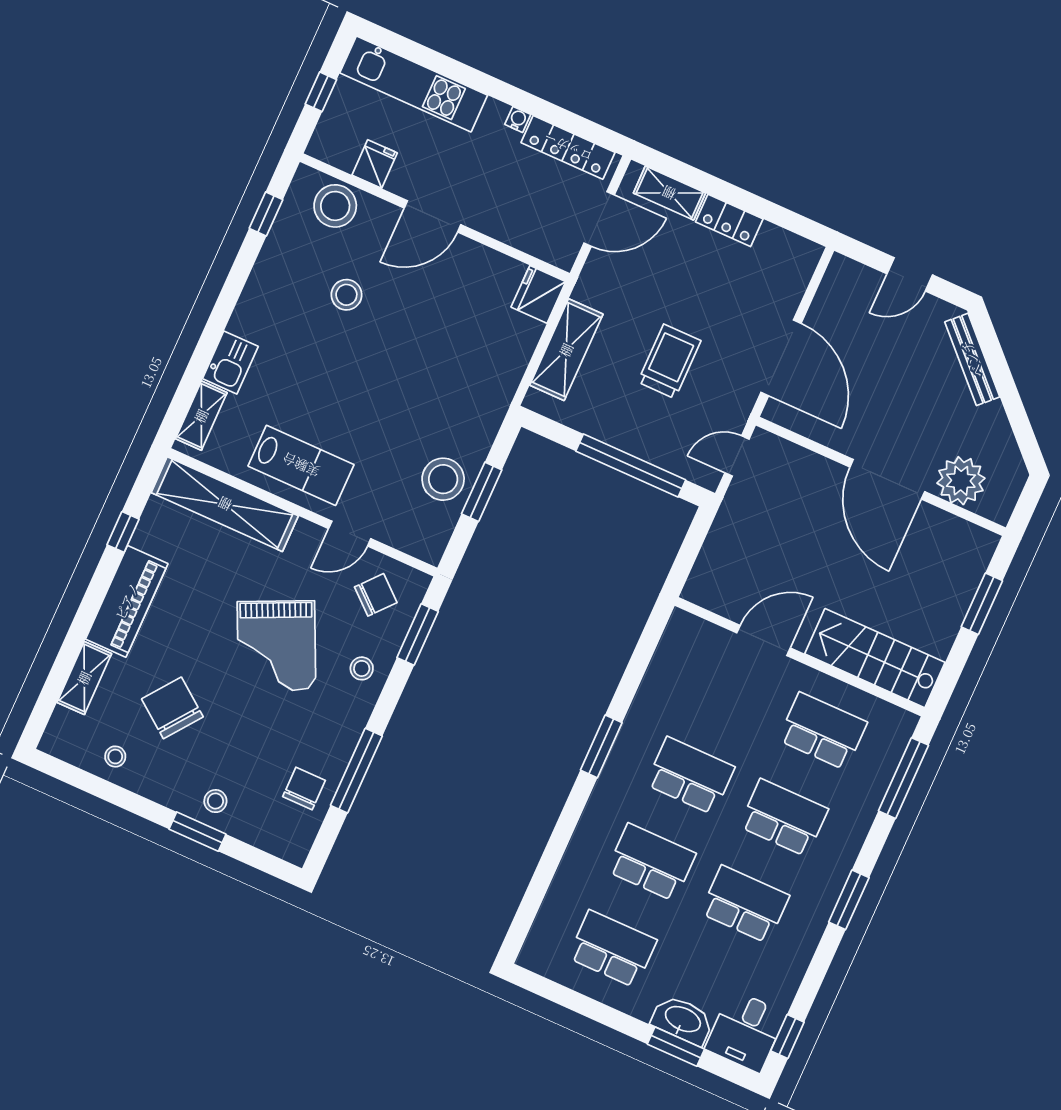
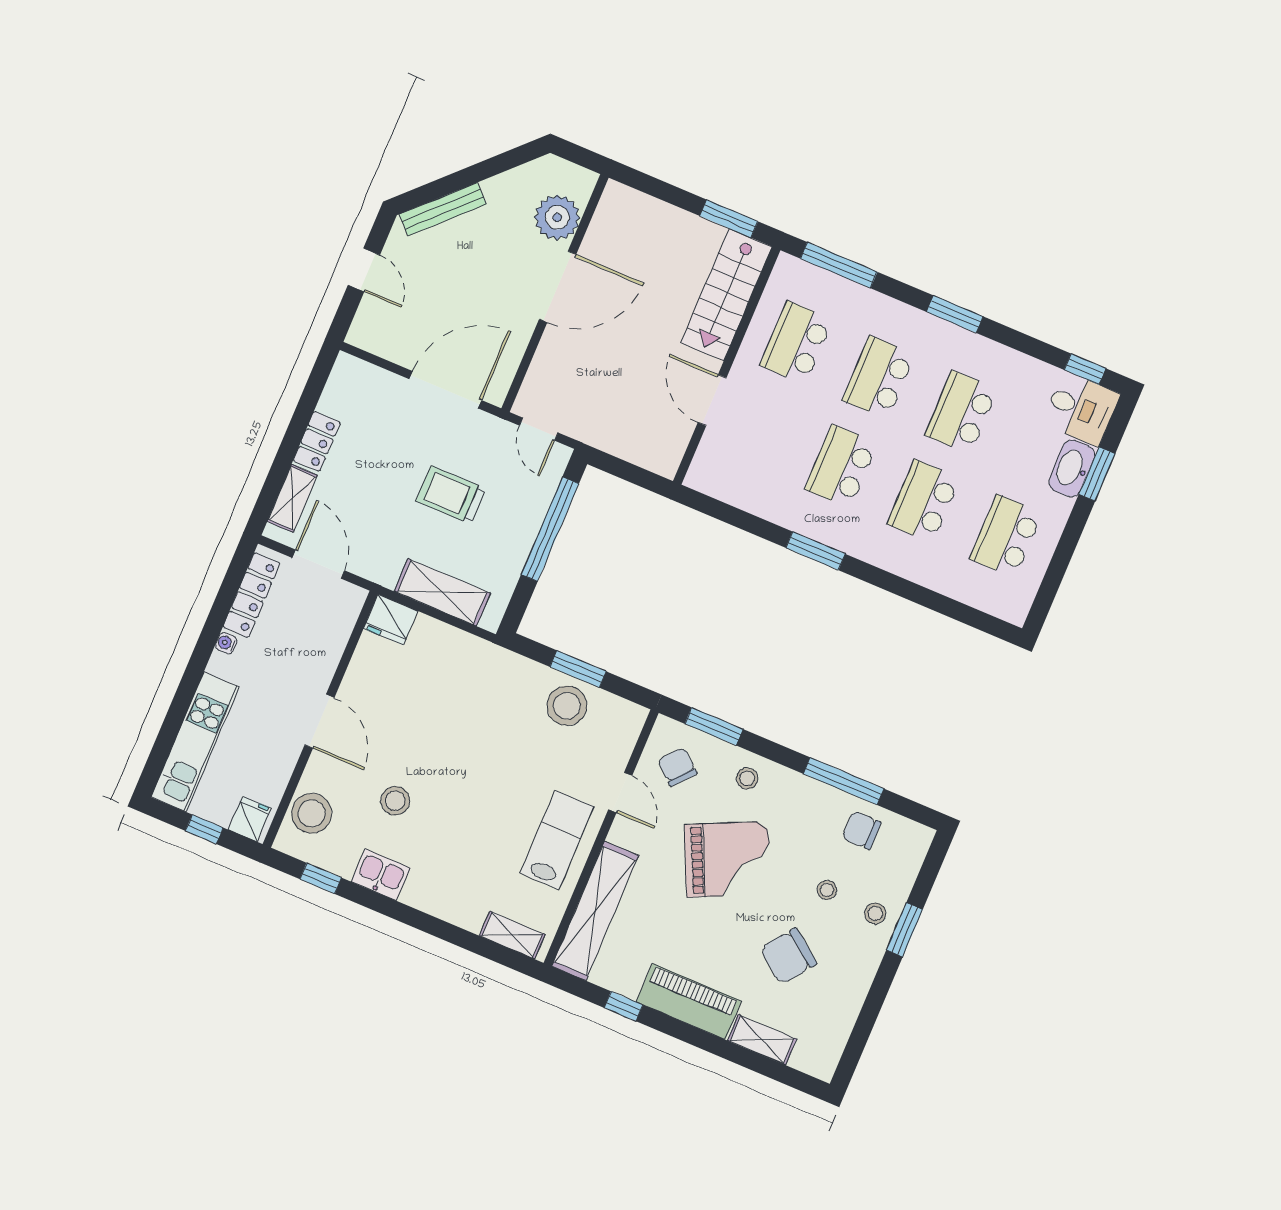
fridge: (375, 164) -> (250, 819), moved, turned 90
kitchen sink: (230, 363) -> (381, 875), moved
window: (982, 604) -> (729, 219), moved
stool: (115, 757) -> (827, 890), moved

